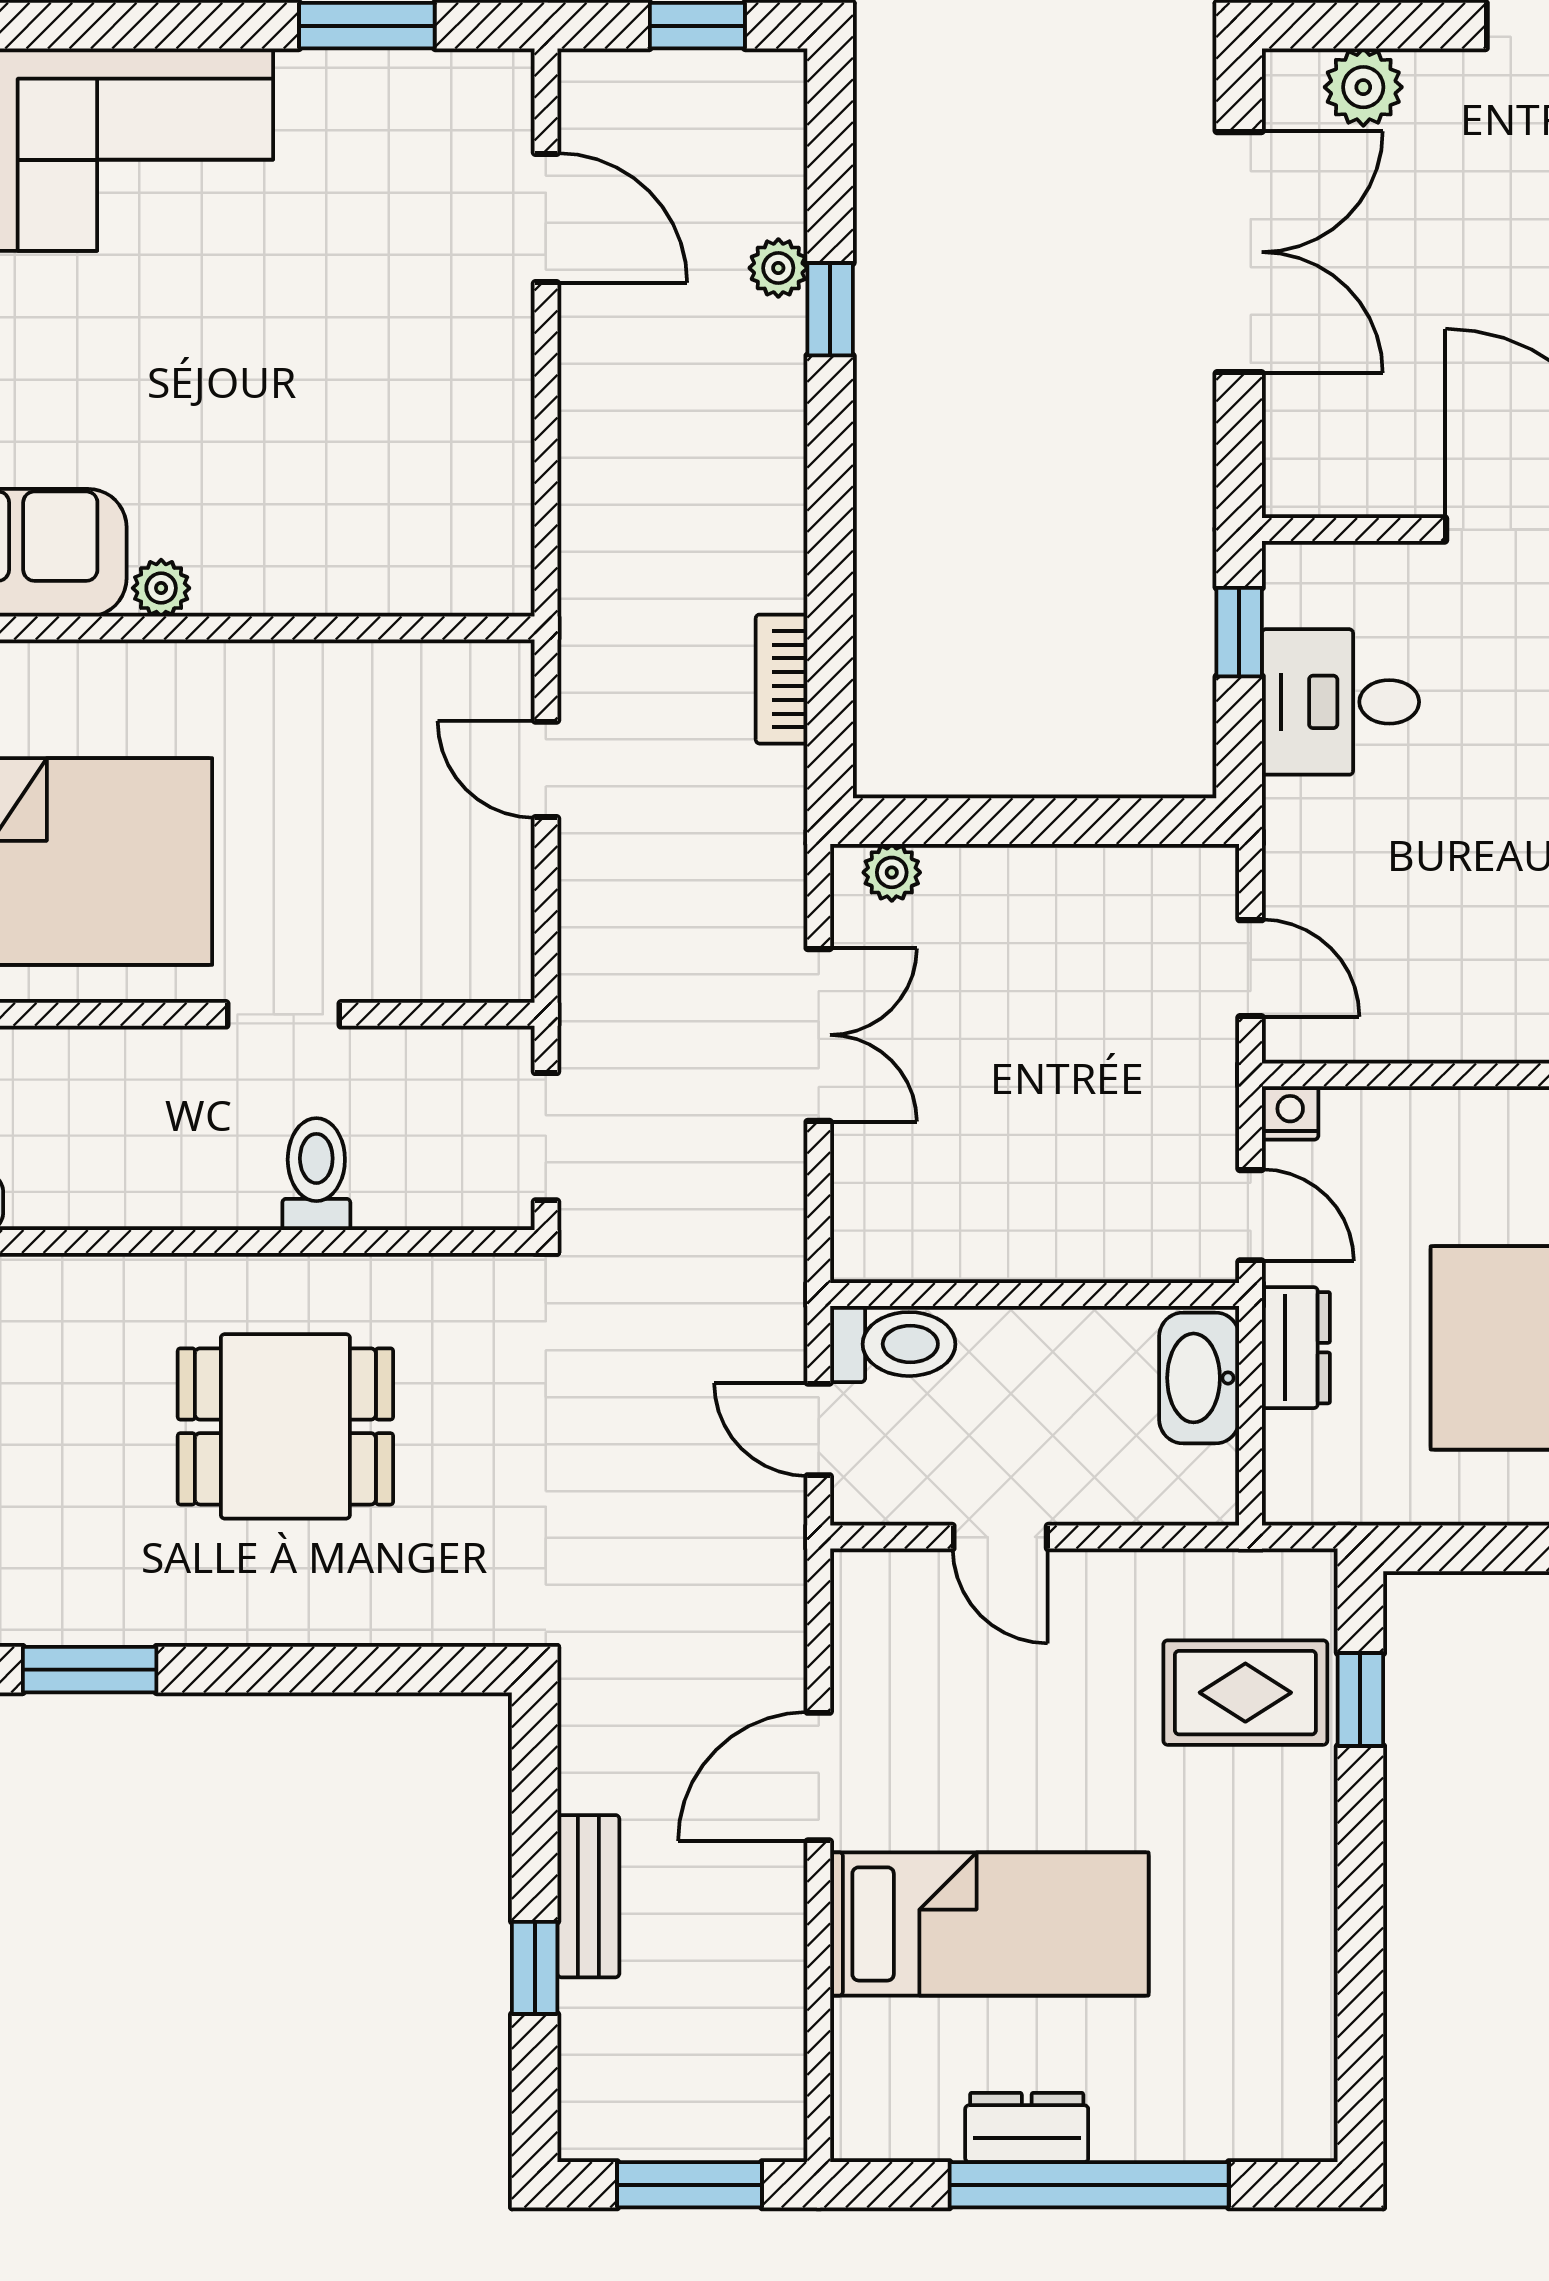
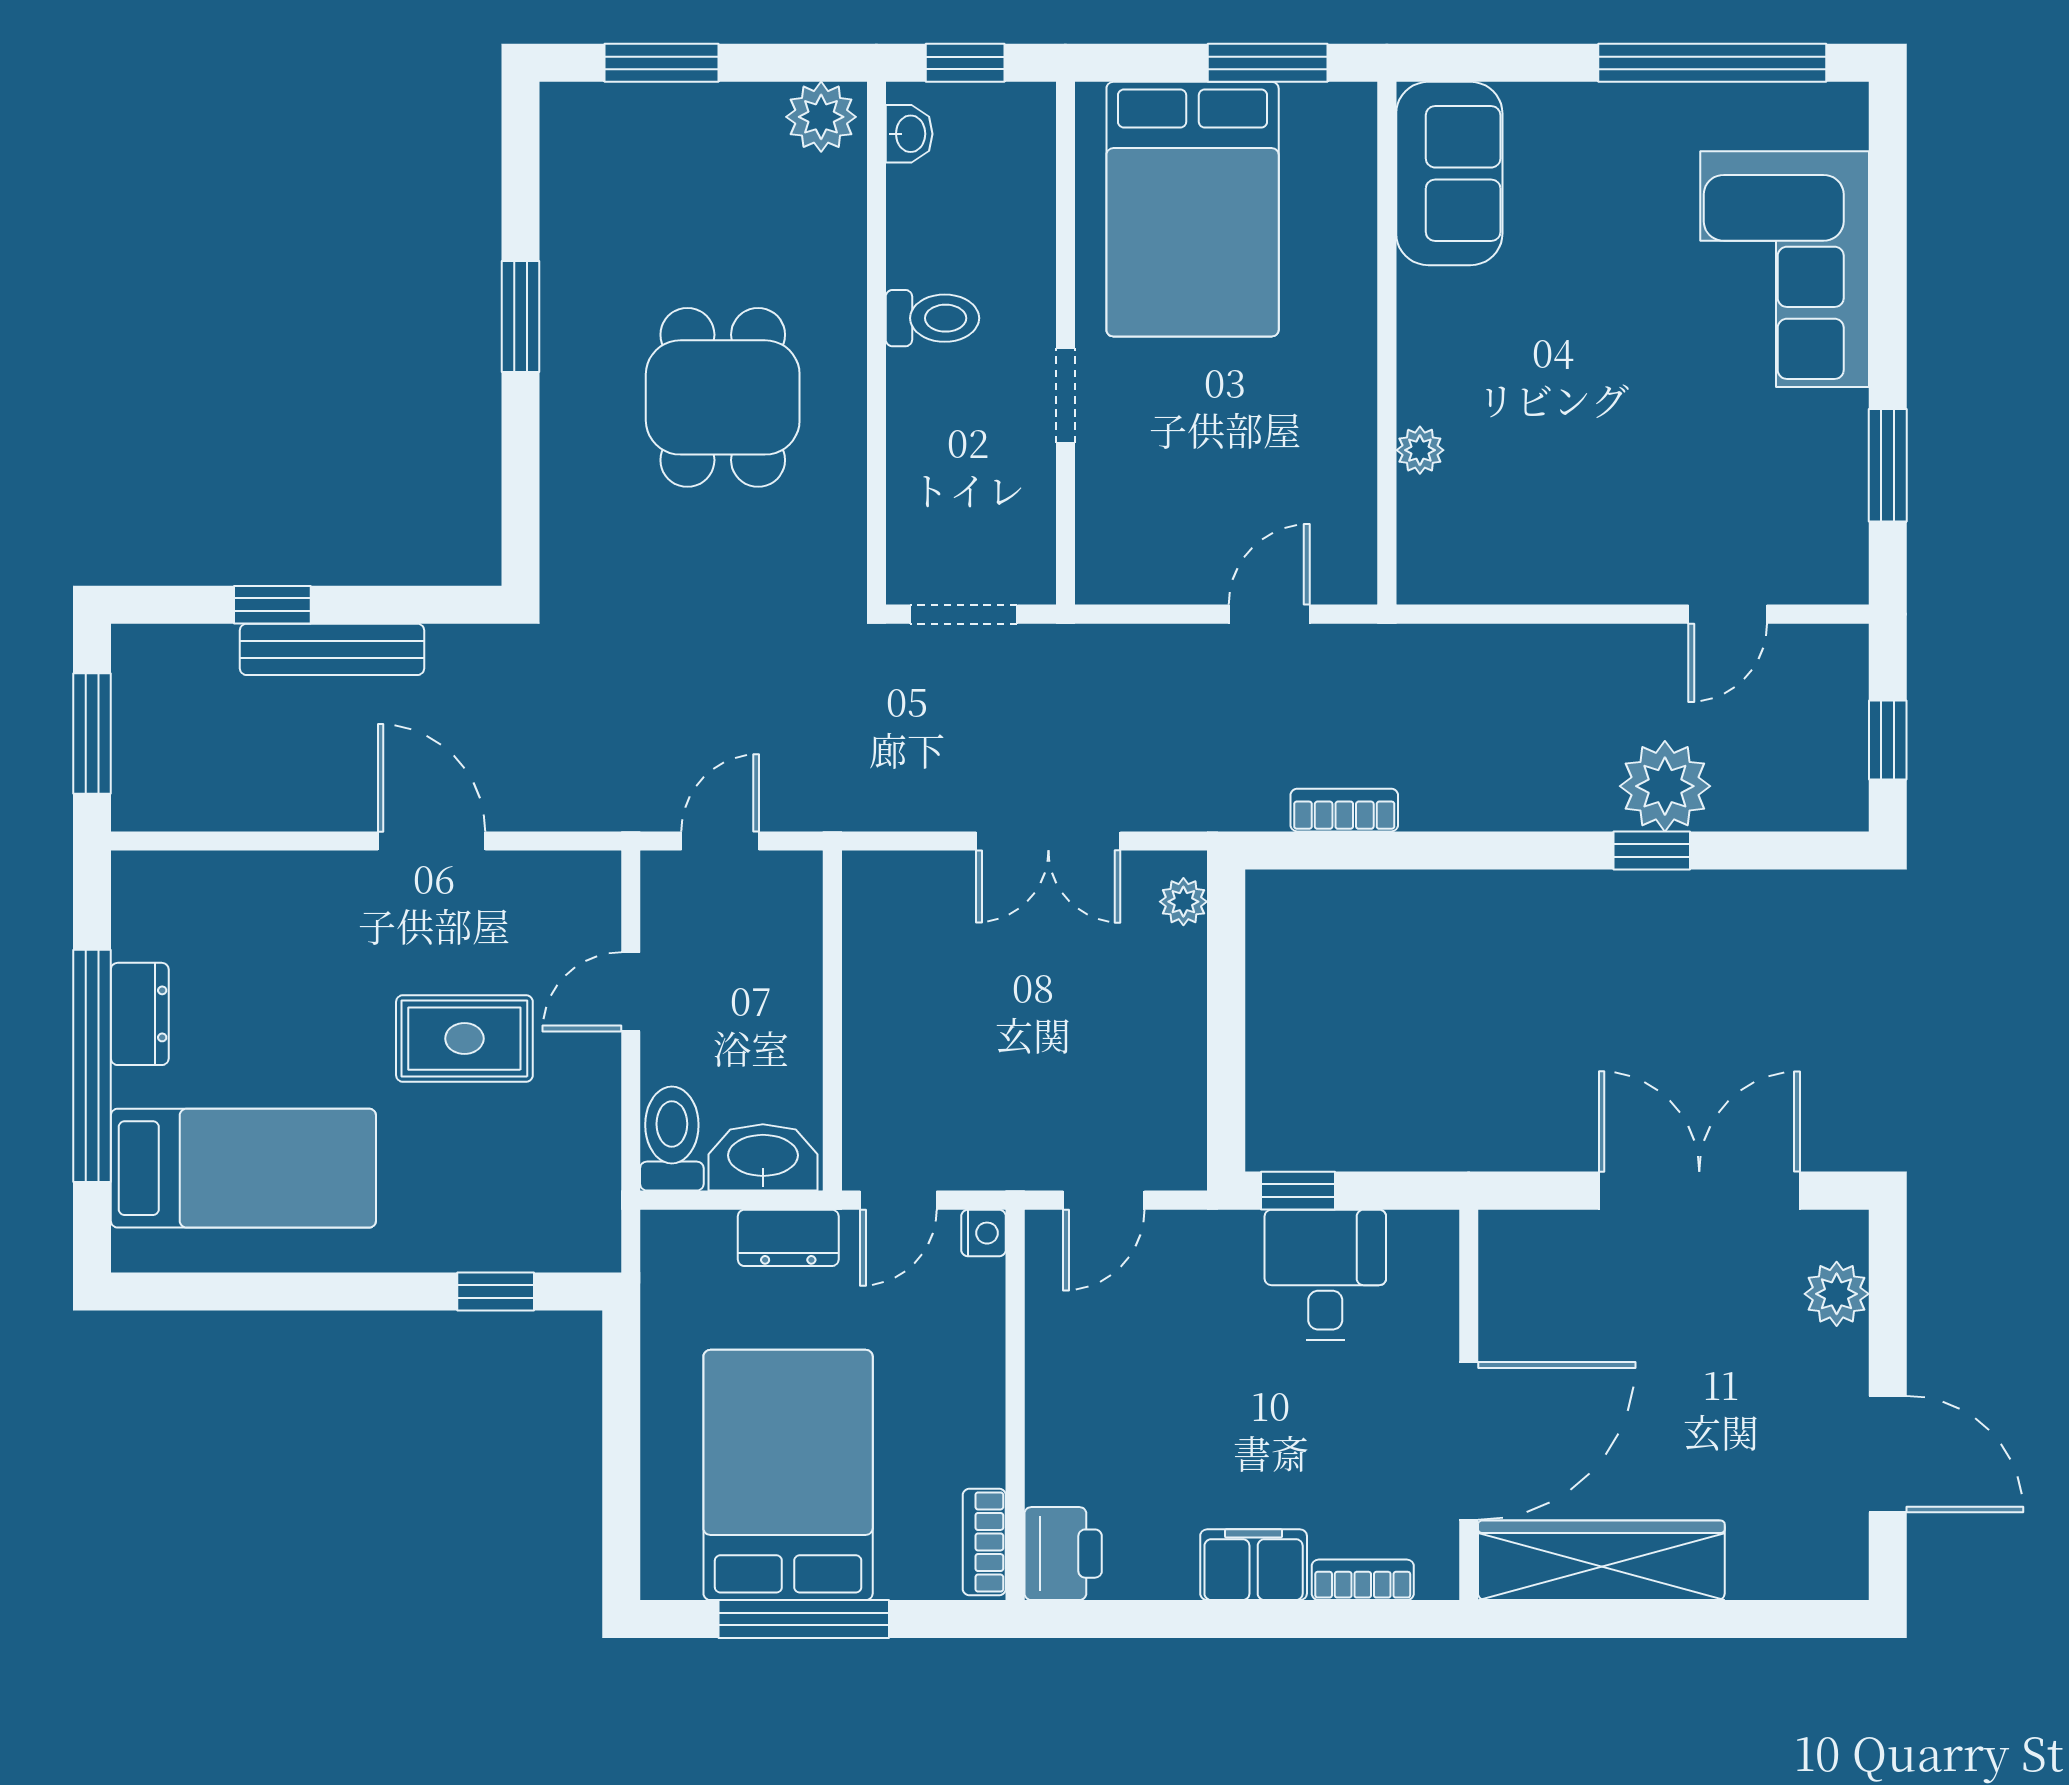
door: (546, 218) -> (1728, 614), width x0.73
double door: (1239, 252) -> (1699, 1191), swing flipped
plant: (778, 268) -> (1665, 786), width x1.88, depth x1.88
plant: (161, 588) -> (1420, 450), moved
window: (1239, 632) -> (1298, 1191), moved
toilet: (316, 1174) -> (933, 318), moved
toilet: (893, 1344) -> (672, 1139), moved, turned 180
window: (90, 1670) -> (520, 316), moved
rug: (1245, 1693) -> (464, 1039), moved, turned 90
bench: (588, 1896) -> (332, 649), width x1.36
bed: (989, 1924) -> (243, 1168), moved, turned -90

